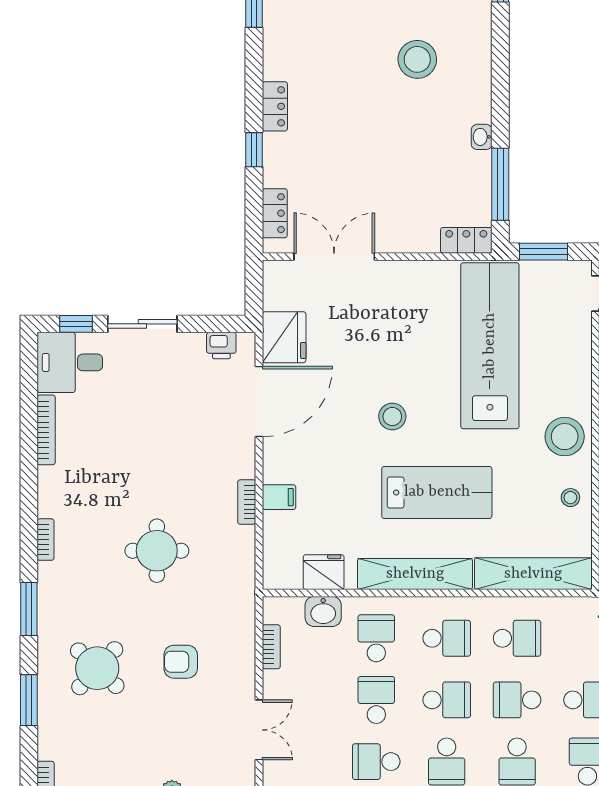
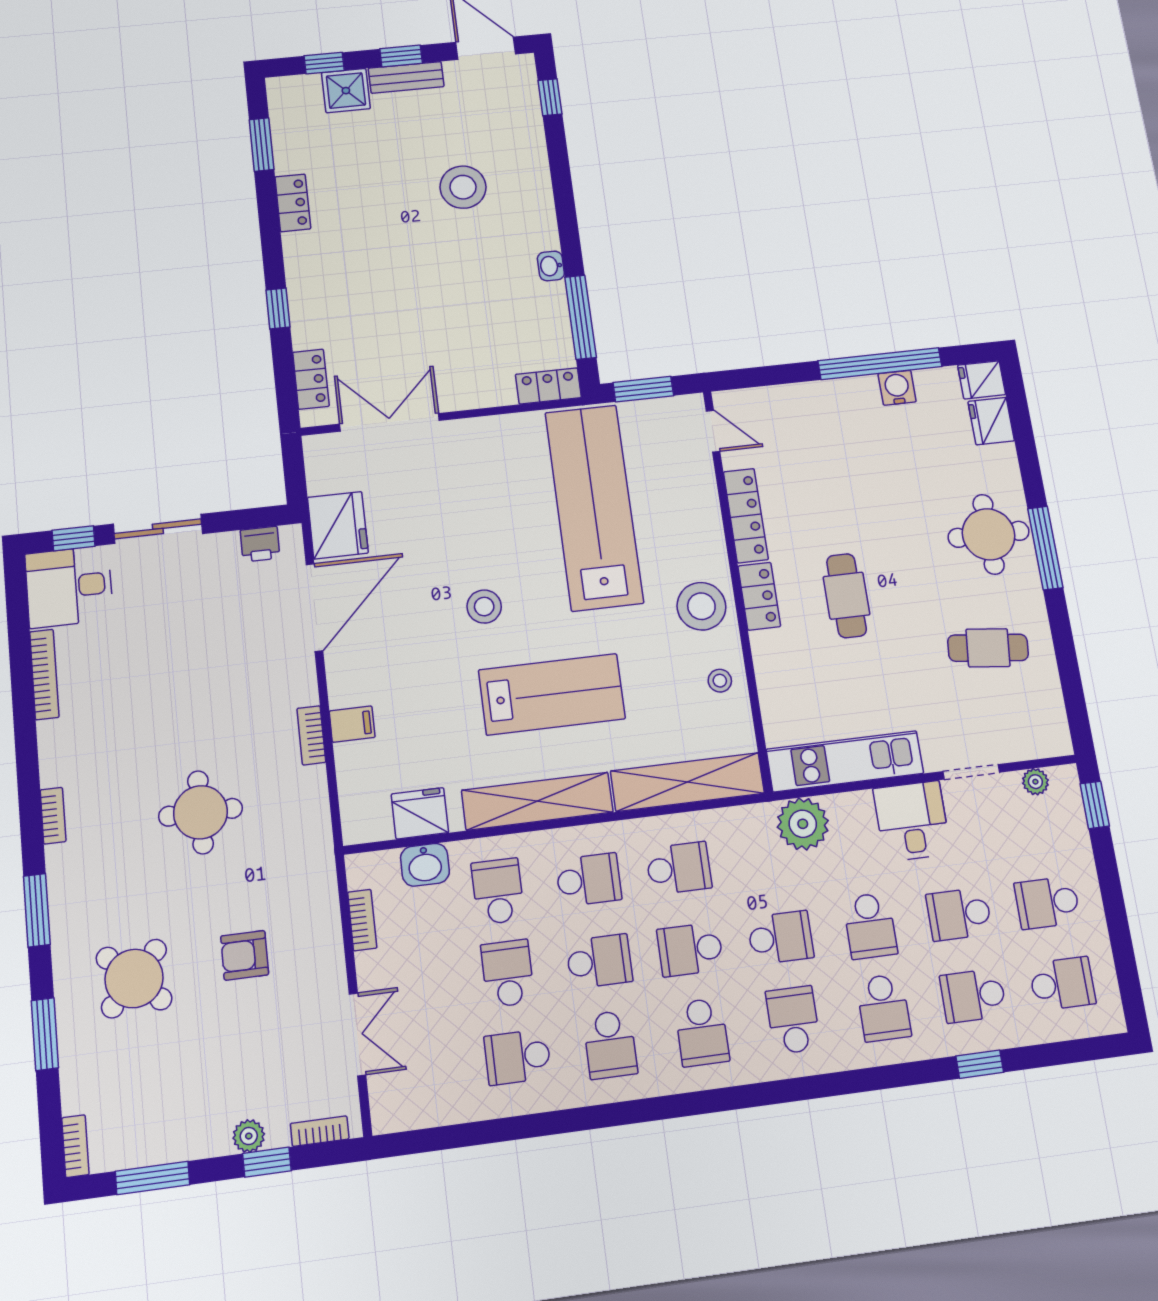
locker: (275, 106) -> (293, 203), moved

